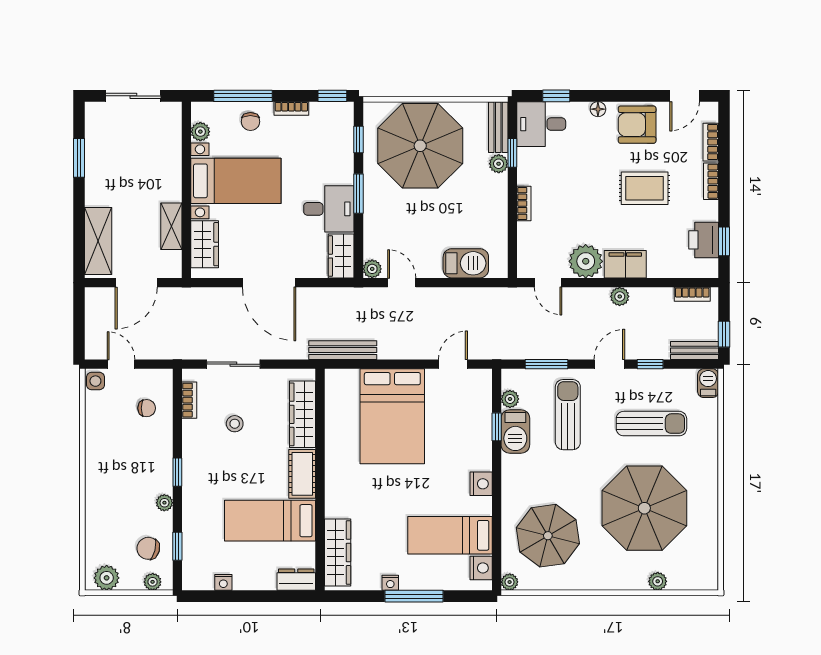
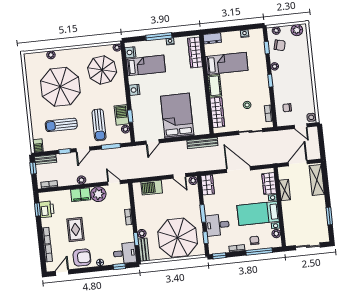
rug: (645, 188) -> (76, 229), turned 90
desk: (329, 209) -> (217, 225), moved

